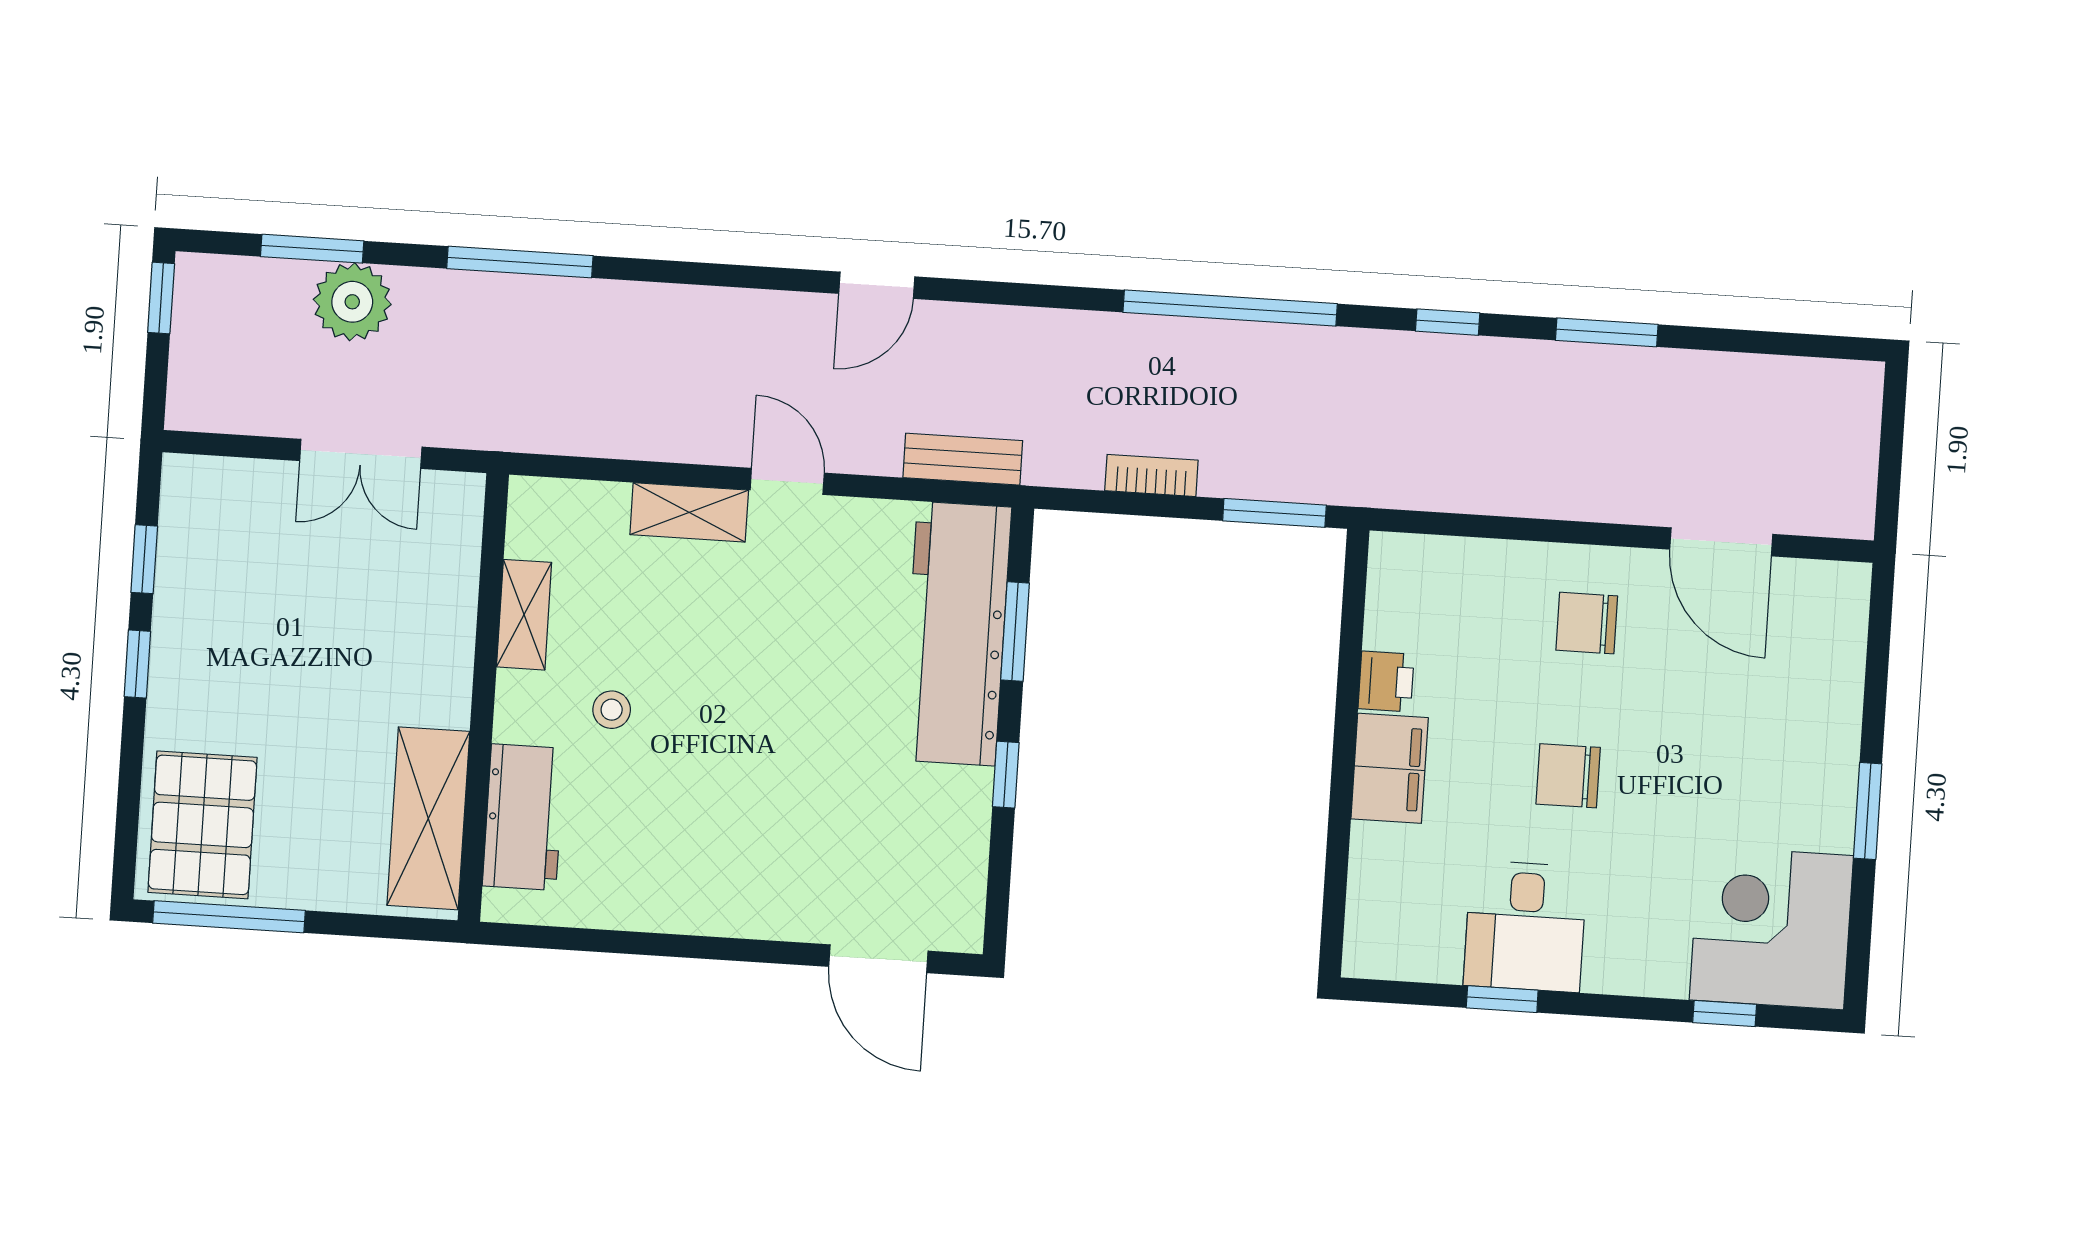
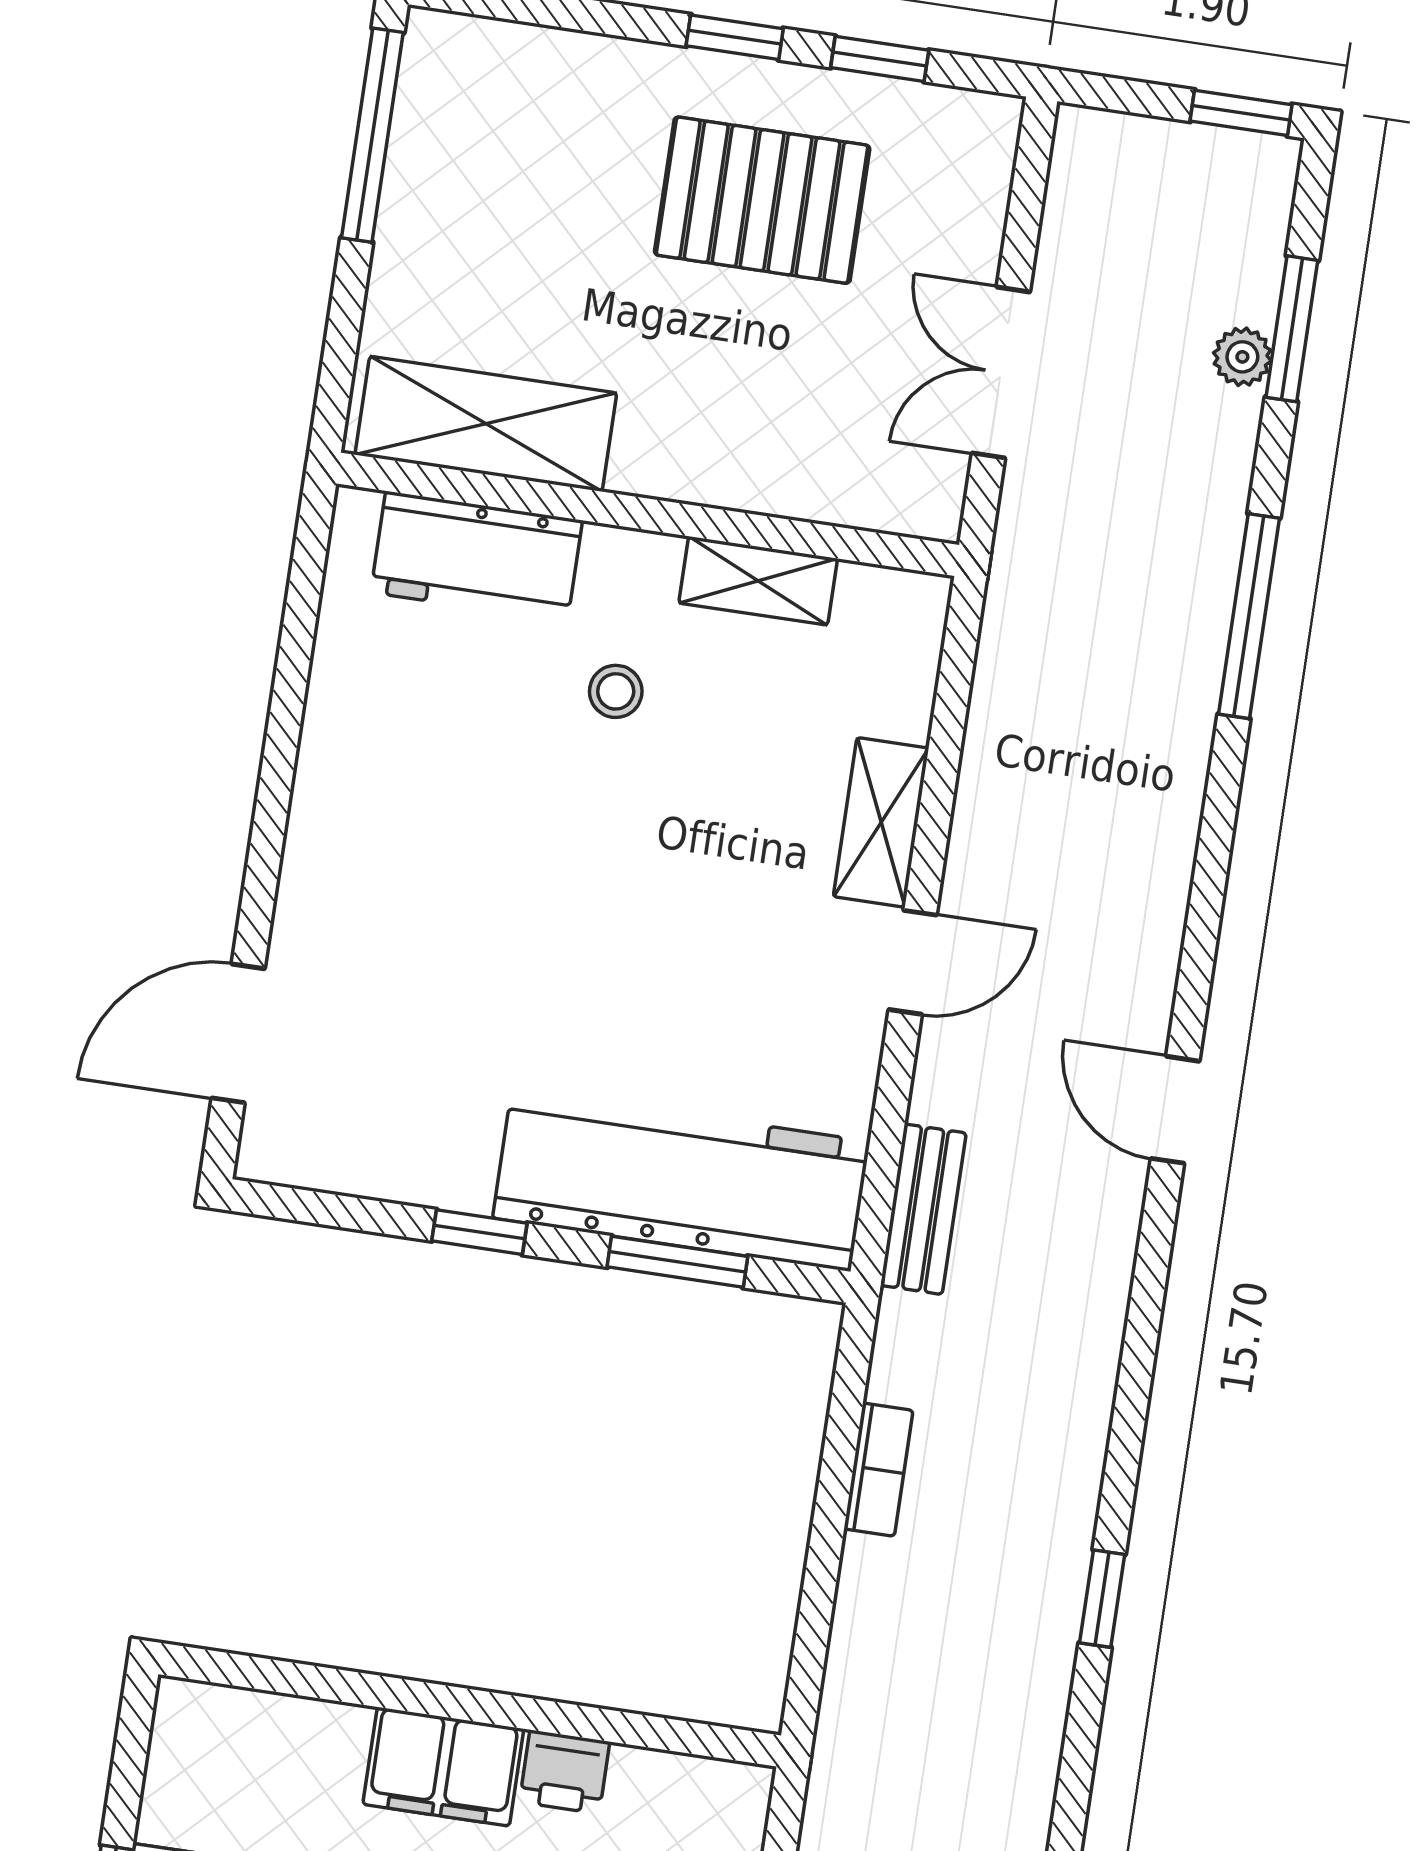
plant: (352, 302) -> (1242, 357), width x0.53, depth x0.53
window: (1230, 308) -> (1102, 1599), width x0.32
window: (1274, 513) -> (812, 1636), removed
pallet: (202, 825) -> (762, 200), moved

